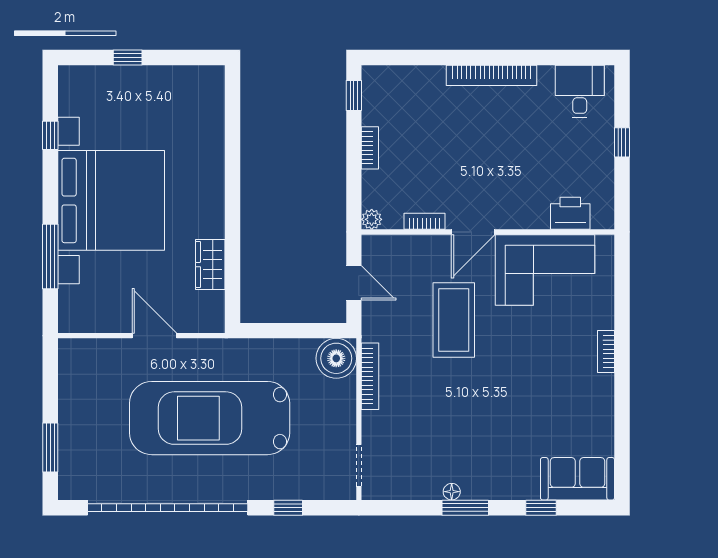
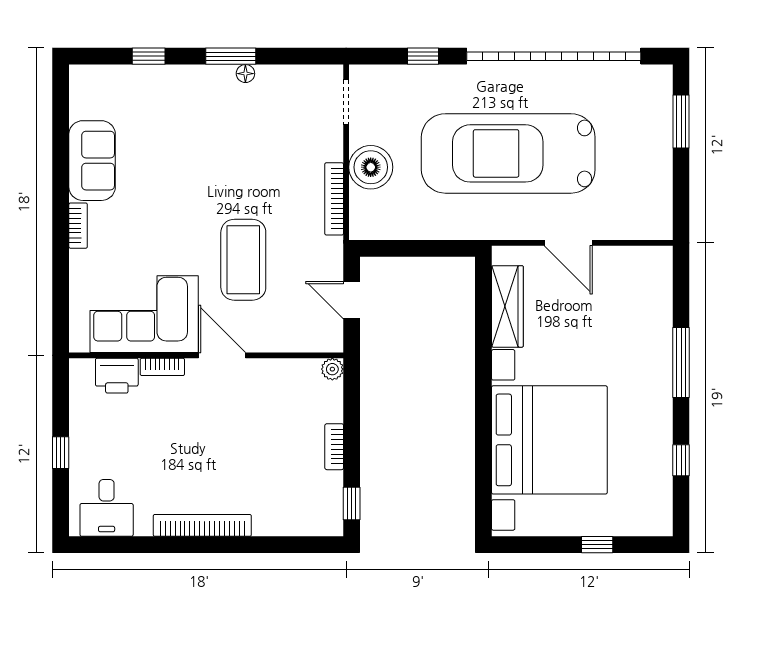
bed with nightstands: (111, 200) -> (549, 440), moved, turned 180
bookcase: (424, 221) -> (162, 367), moved
door: (473, 232) -> (222, 355), hinge flipped
window: (50, 256) -> (681, 363), moved
wardrobe: (210, 265) -> (507, 306), width x1.50
boiler: (336, 358) -> (371, 167), moved
car: (210, 418) -> (508, 153), turned 180
sofa: (577, 479) -> (92, 161), moved, turned -90

